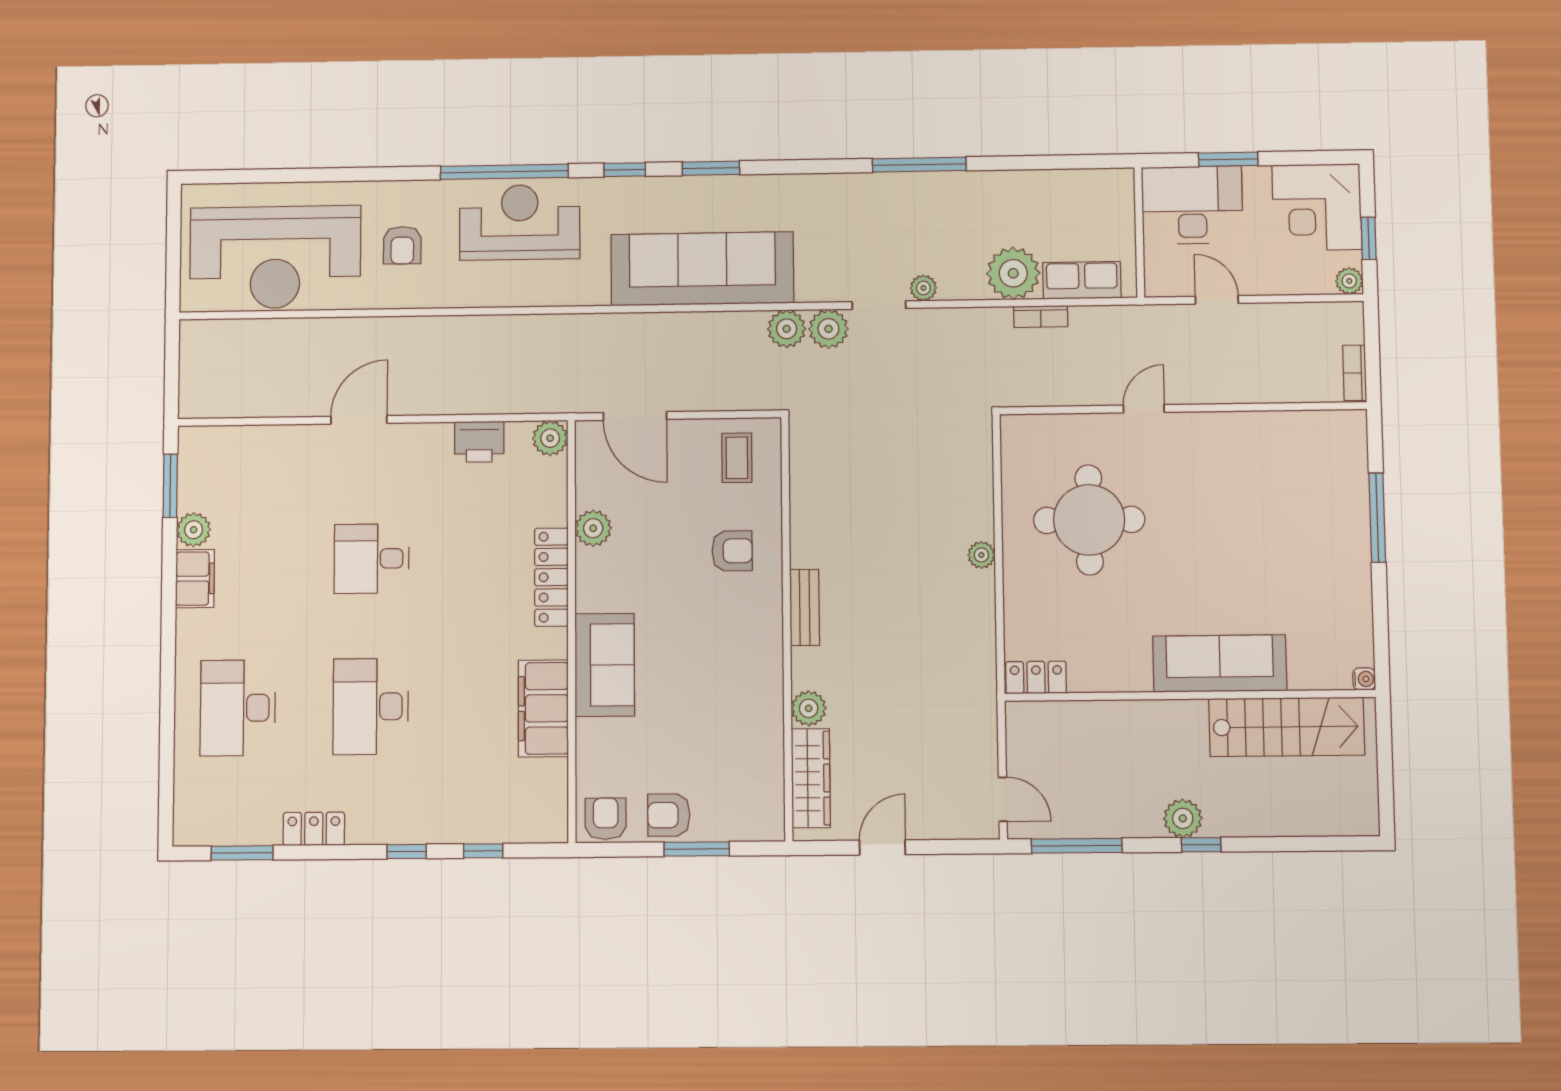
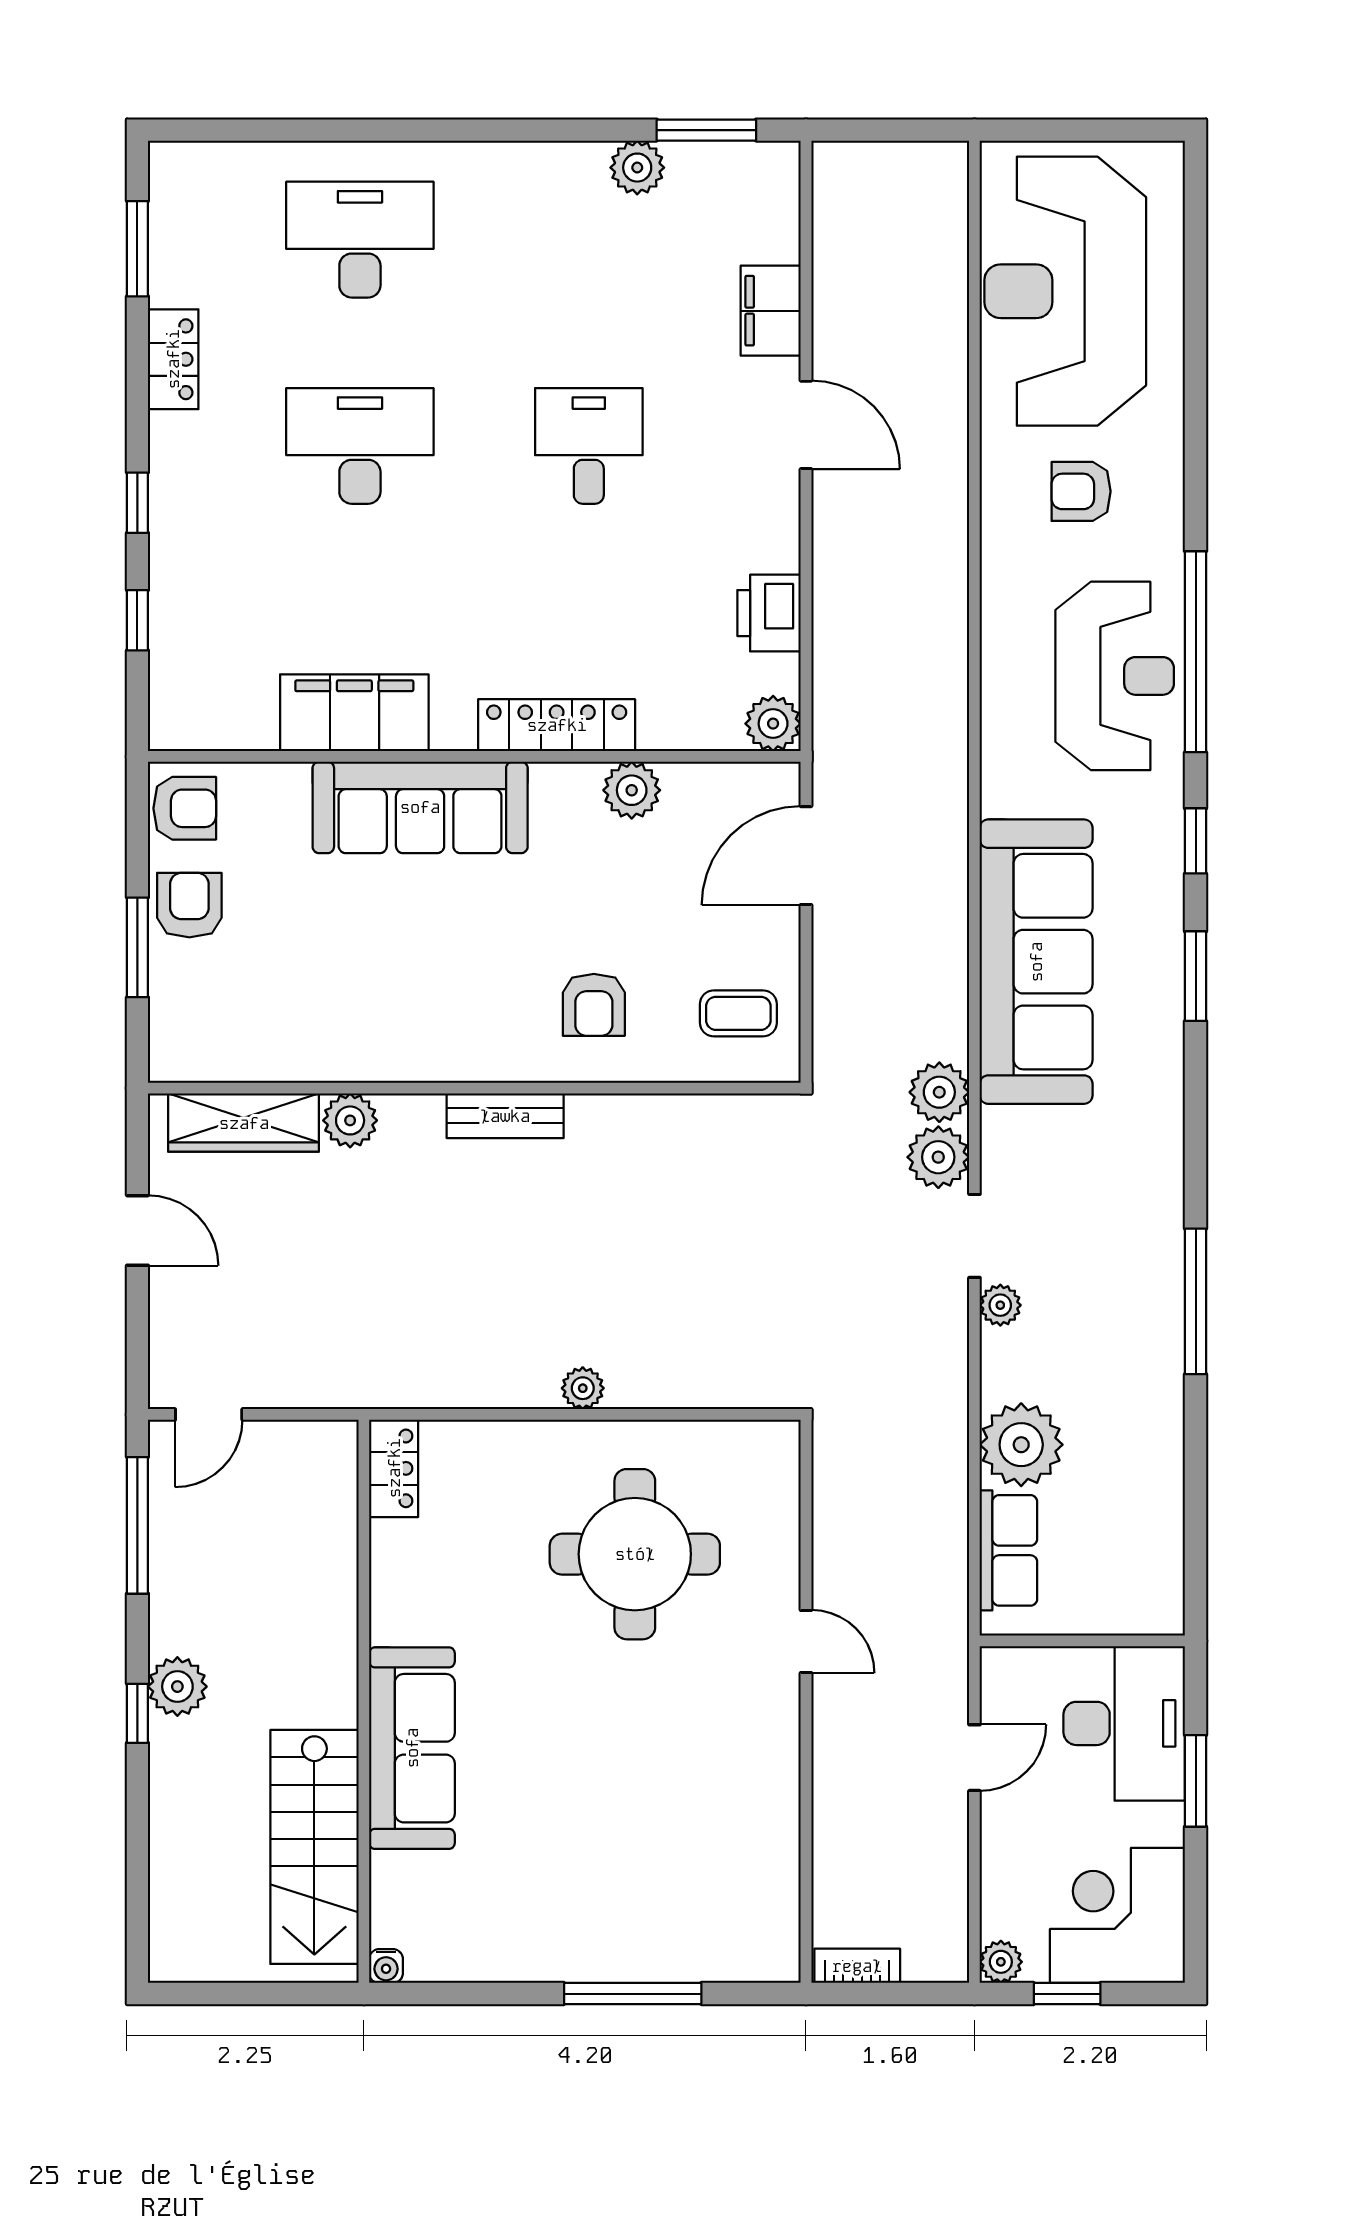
bookcase: (1041, 317) -> (953, 1486), removed
filing cabinet: (195, 579) -> (771, 311), moved, turned 90
sofa: (605, 665) -> (420, 807), width x1.36

